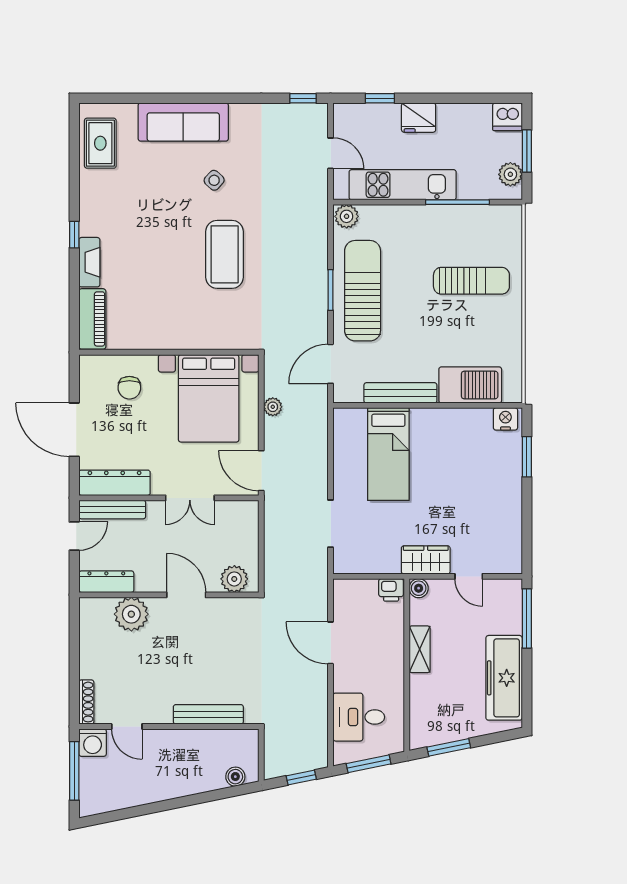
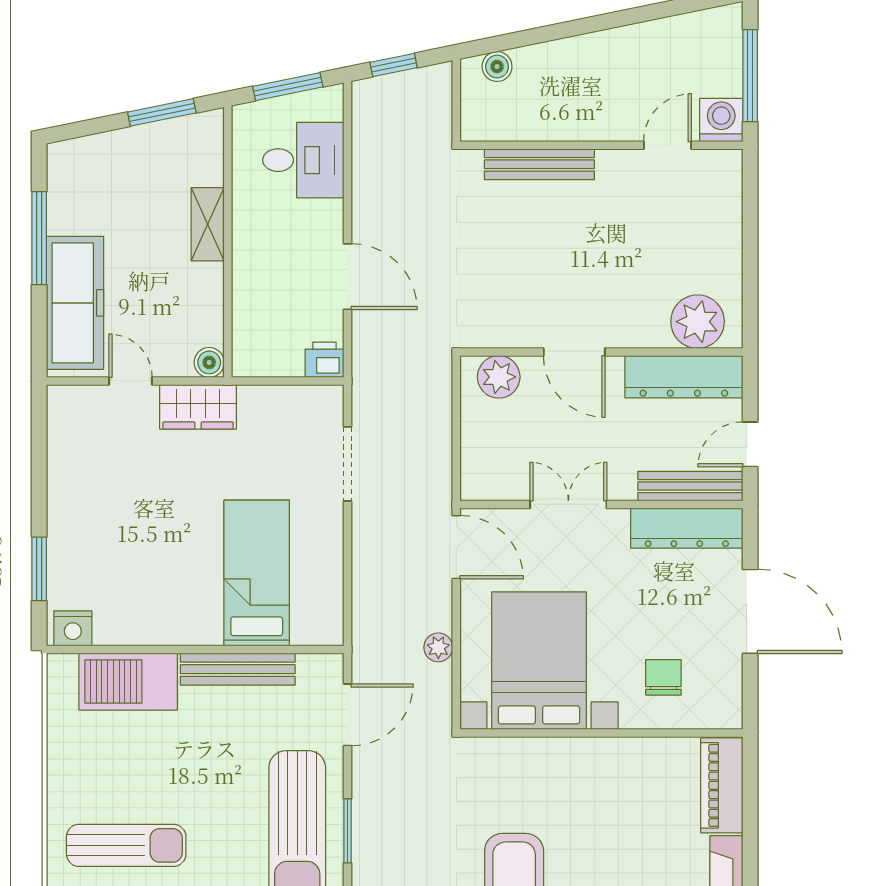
sun lounger: (471, 281) -> (126, 845), turned 180
dresser: (106, 582) -> (684, 377), width x1.37, depth x1.24
printer: (391, 590) -> (324, 360), moved
plant: (131, 614) -> (698, 322), moved
window: (527, 618) -> (39, 238), moved
shelving: (420, 649) -> (208, 224), moved
freezer: (504, 678) -> (75, 303), moved
shoe rack: (86, 702) -> (731, 184), removed
door: (127, 726) -> (667, 145), hinge flipped

